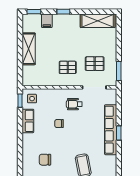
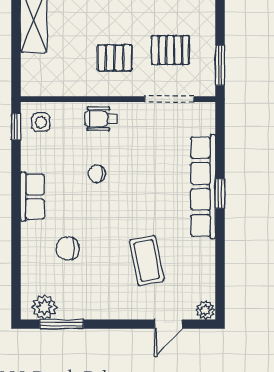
wheelchair: (74, 104) -> (101, 119), moved
row of seats: (28, 121) -> (32, 197), moved

